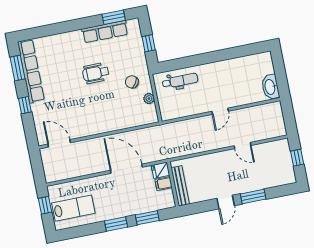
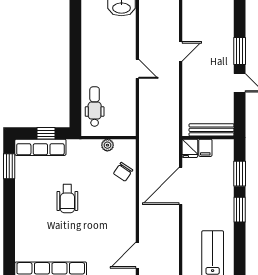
row of seats: (105, 32) -> (40, 147), moved, turned 90
chair: (132, 82) -> (123, 172), moved

